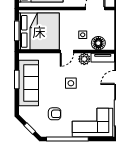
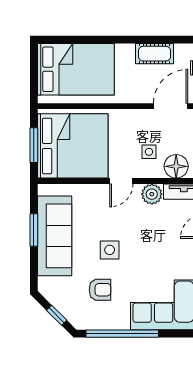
side table: (71, 83) -> (110, 250), moved

